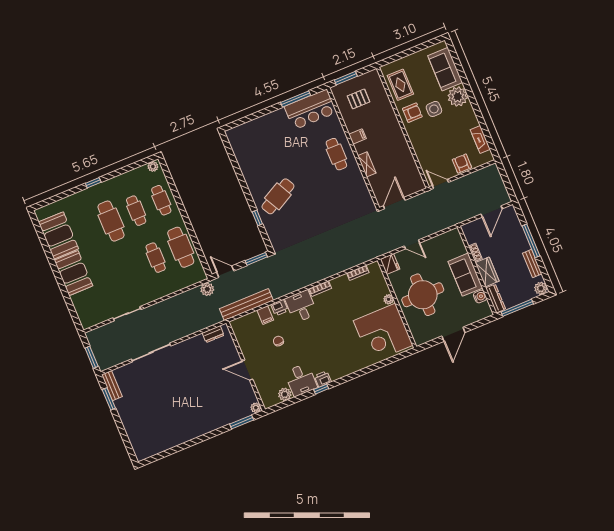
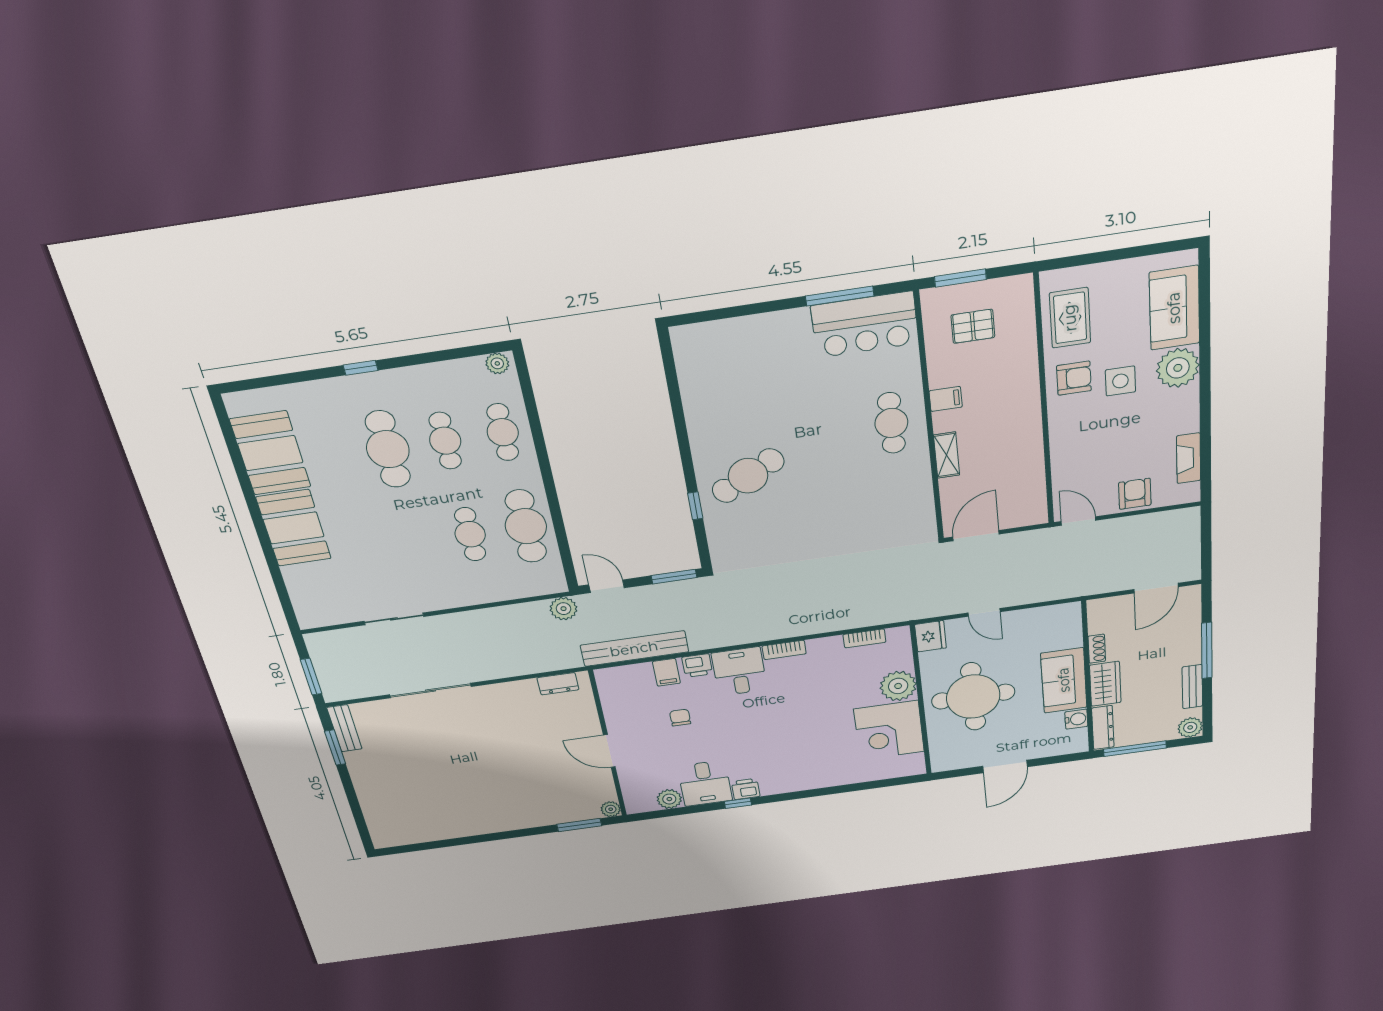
plant: (389, 299) -> (898, 686), width x1.88, depth x1.88
corner desk: (383, 333) -> (889, 730), width x0.74, depth x0.74

